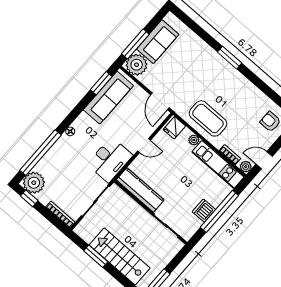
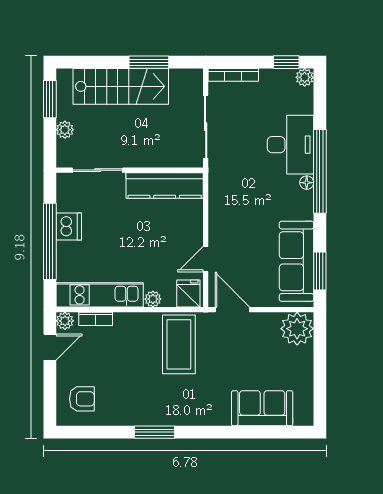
sofa: (158, 42) -> (262, 408), moved, turned 90
window: (135, 44) -> (320, 352), removed
window: (230, 58) -> (154, 432), moved
coffee table: (208, 118) -> (179, 344), moved, turned 90
door: (144, 146) -> (206, 259), moved
window: (40, 153) -> (320, 171), moved
desk: (110, 160) -> (290, 145), moved, turned 180
plant: (34, 183) -> (305, 77), width x0.53, depth x0.53
plant: (165, 259) -> (65, 130), added

